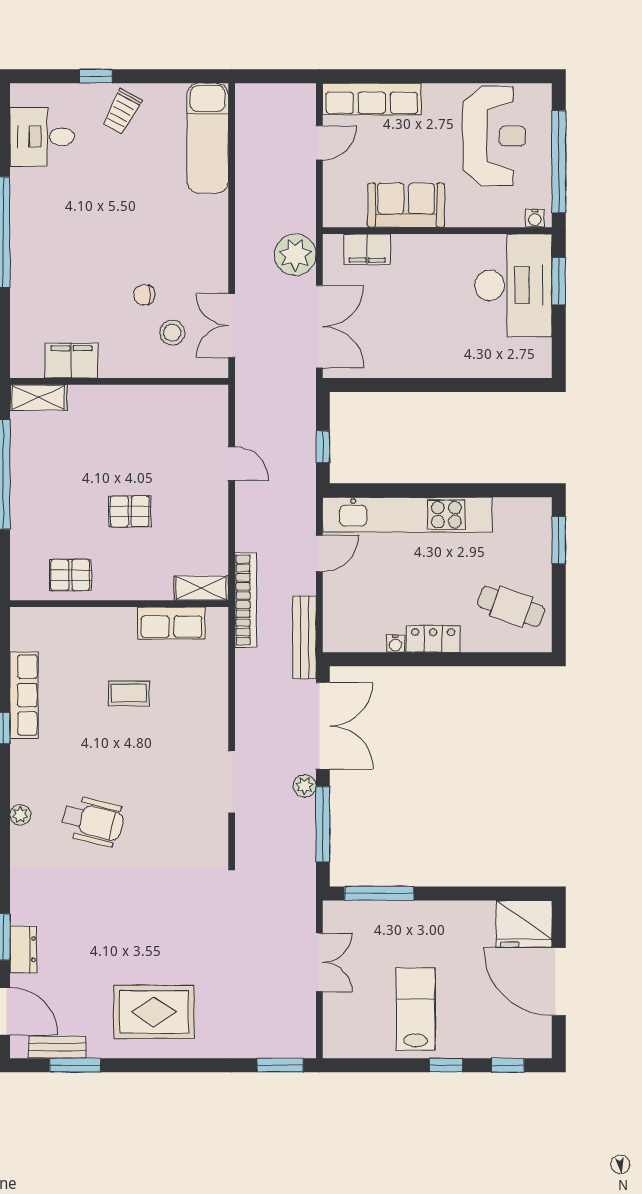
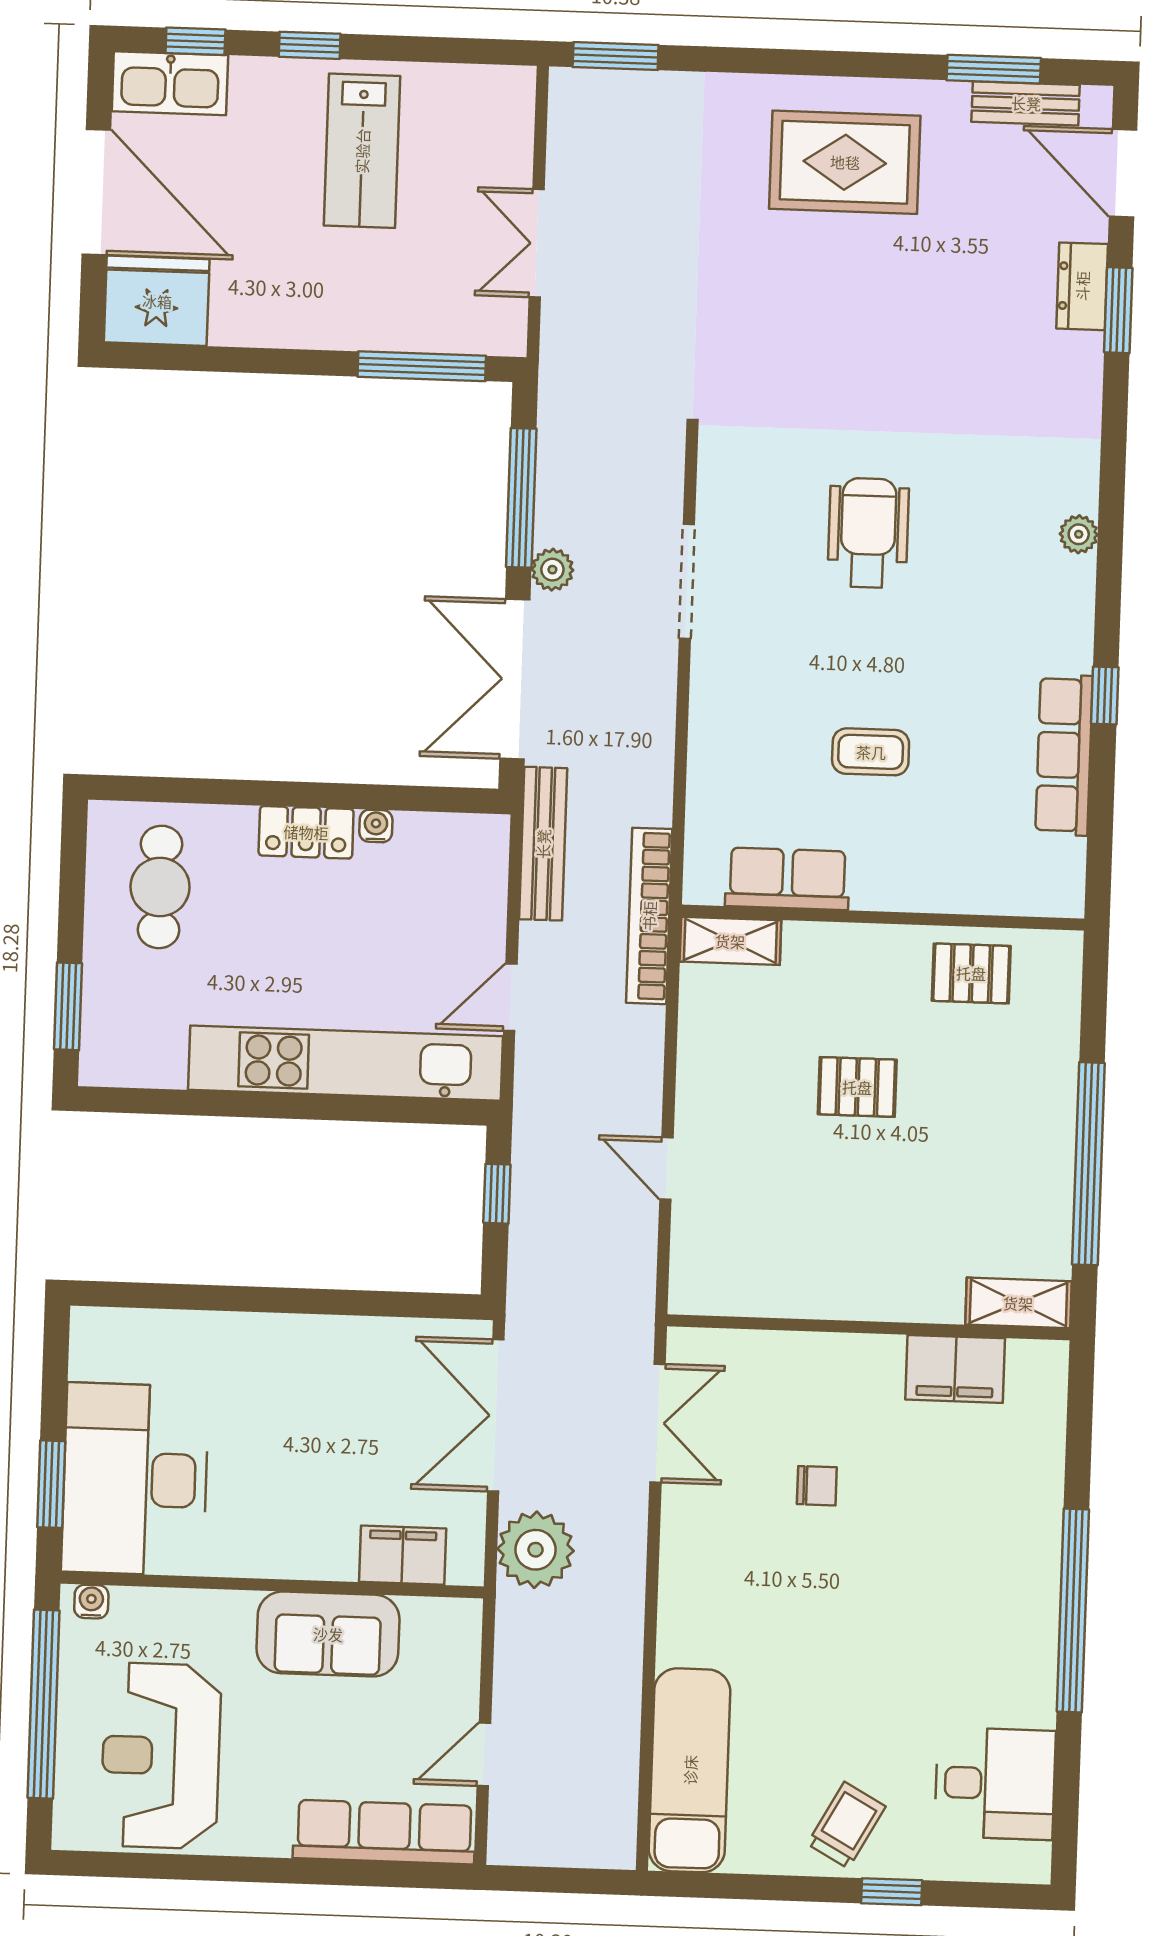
stool: (172, 333) -> (767, 1414), removed
cafe table: (511, 607) -> (160, 887), turned 70
wheelchair: (93, 821) -> (868, 533), moved, turned 76
kitchen sink: (521, 1042) -> (170, 83), added

